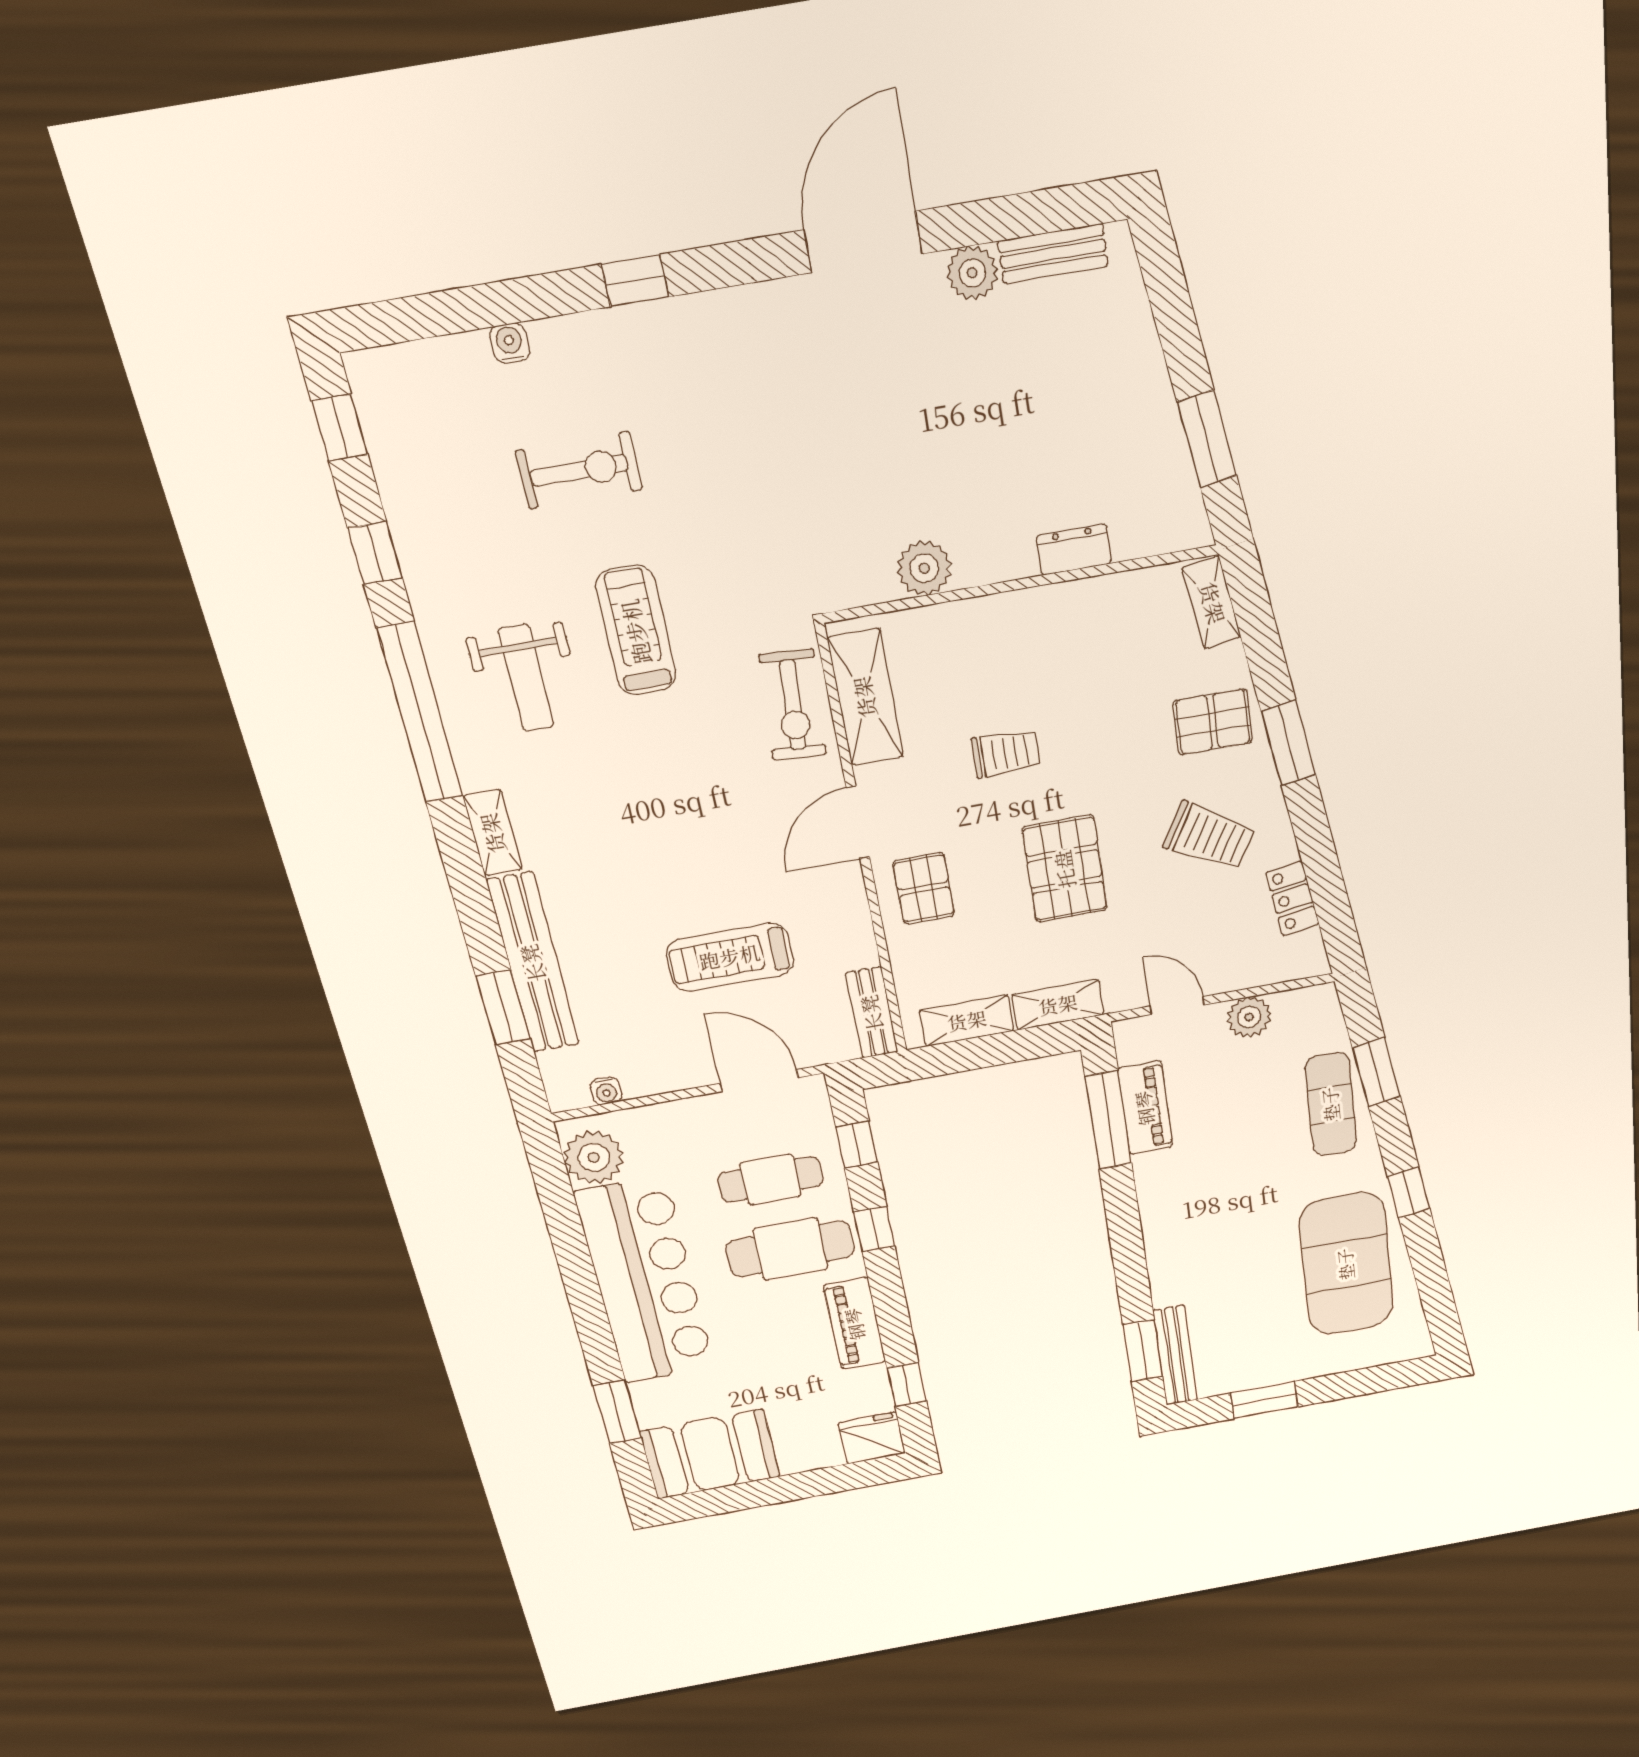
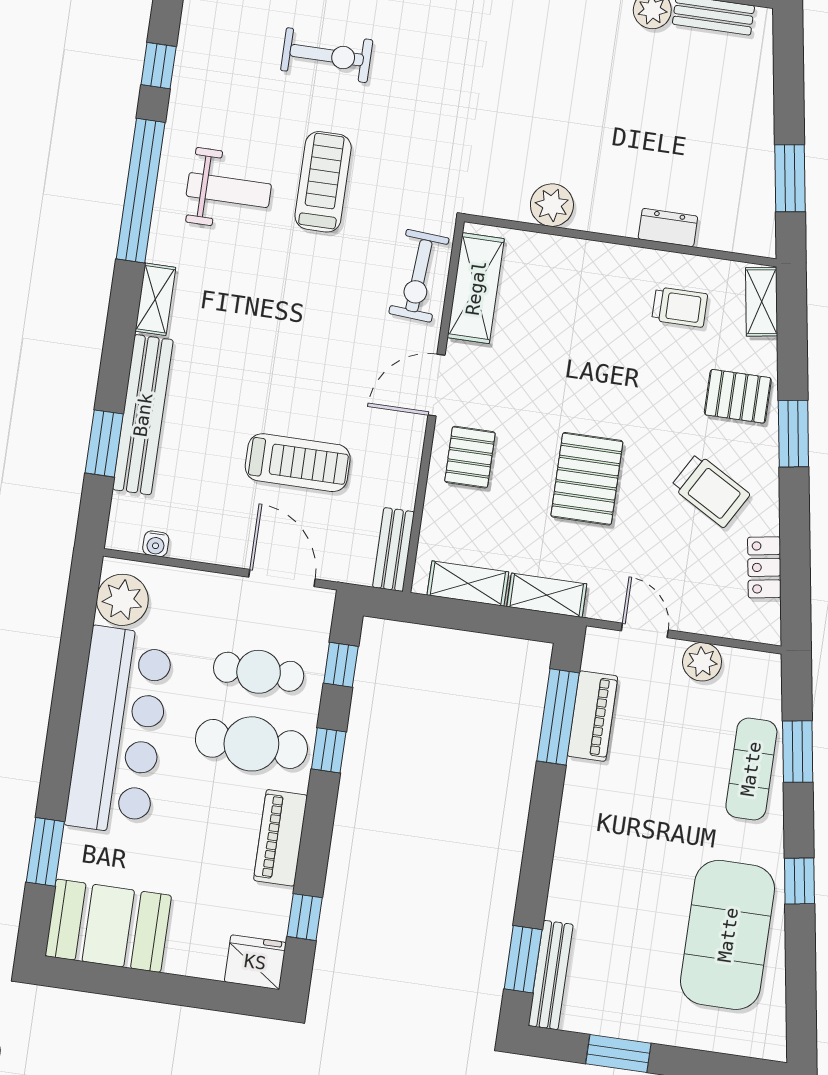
weight bench: (526, 678) -> (229, 190), turned -90
trolley: (1006, 753) -> (680, 307), moved
treadmill: (730, 957) -> (298, 463), turned 180

